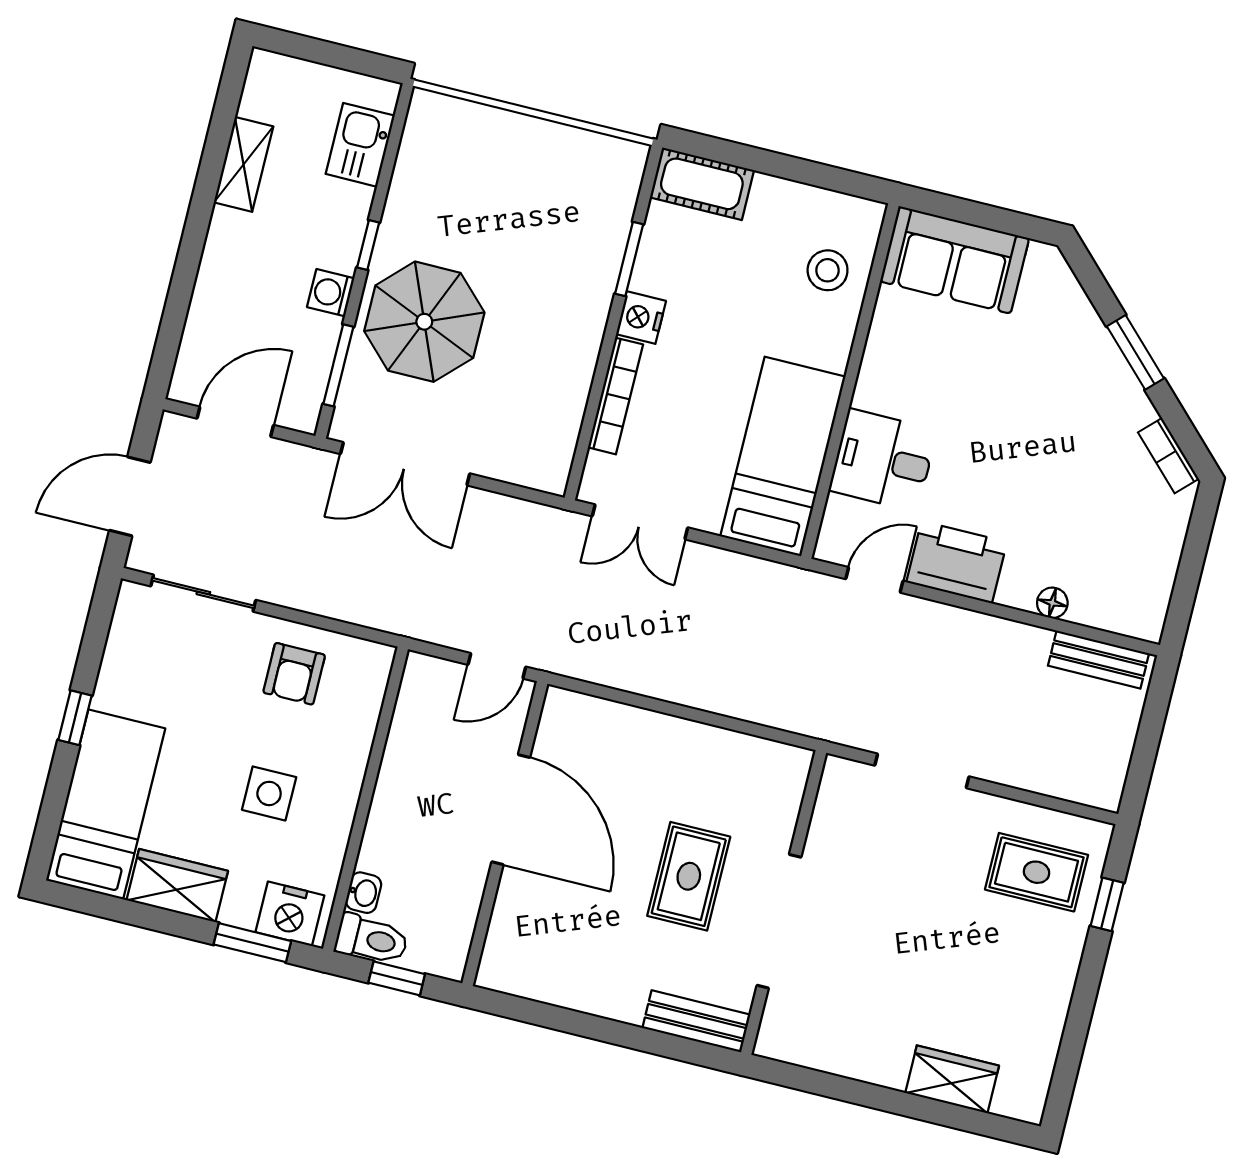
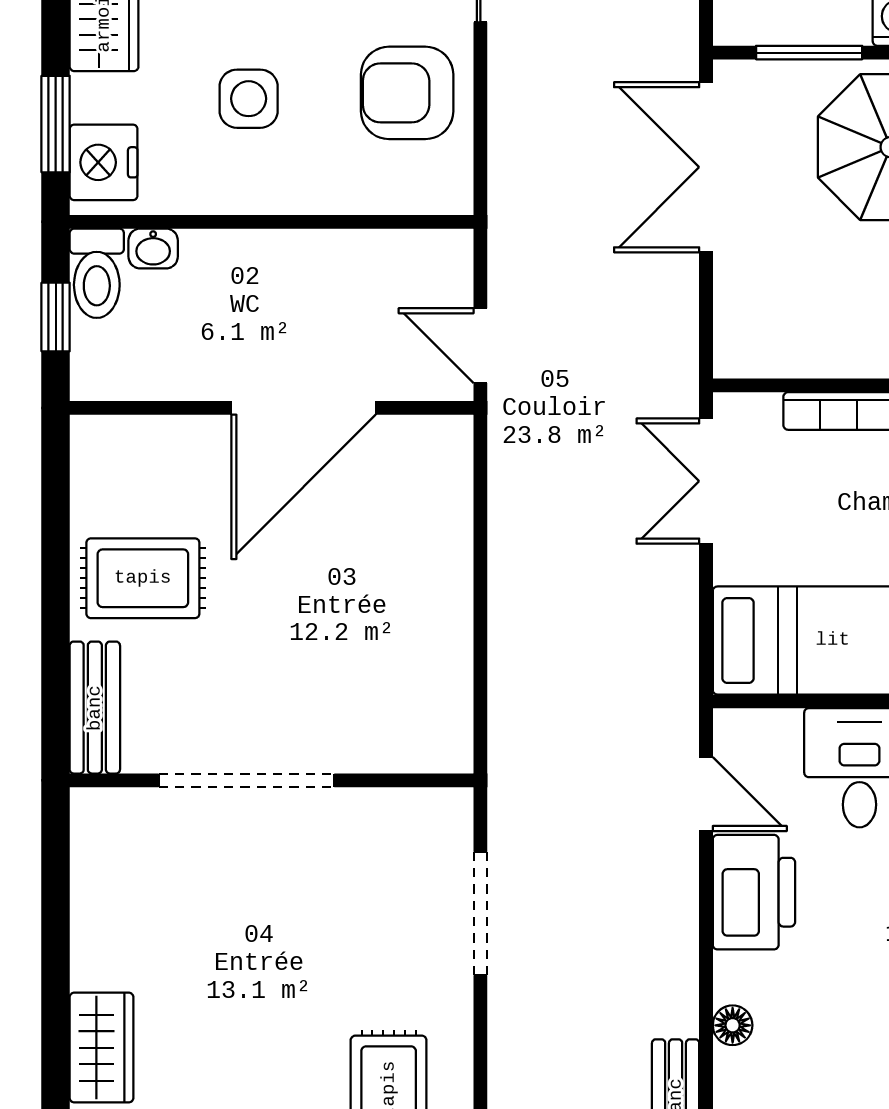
armchair: (294, 674) -> (407, 93), width x1.38, depth x1.38
rug: (689, 876) -> (143, 578), moved

